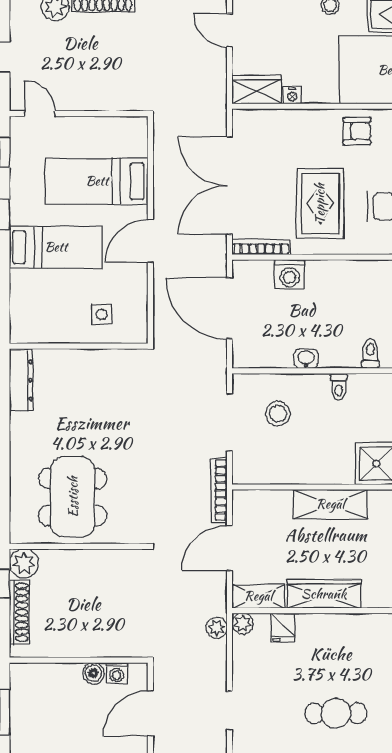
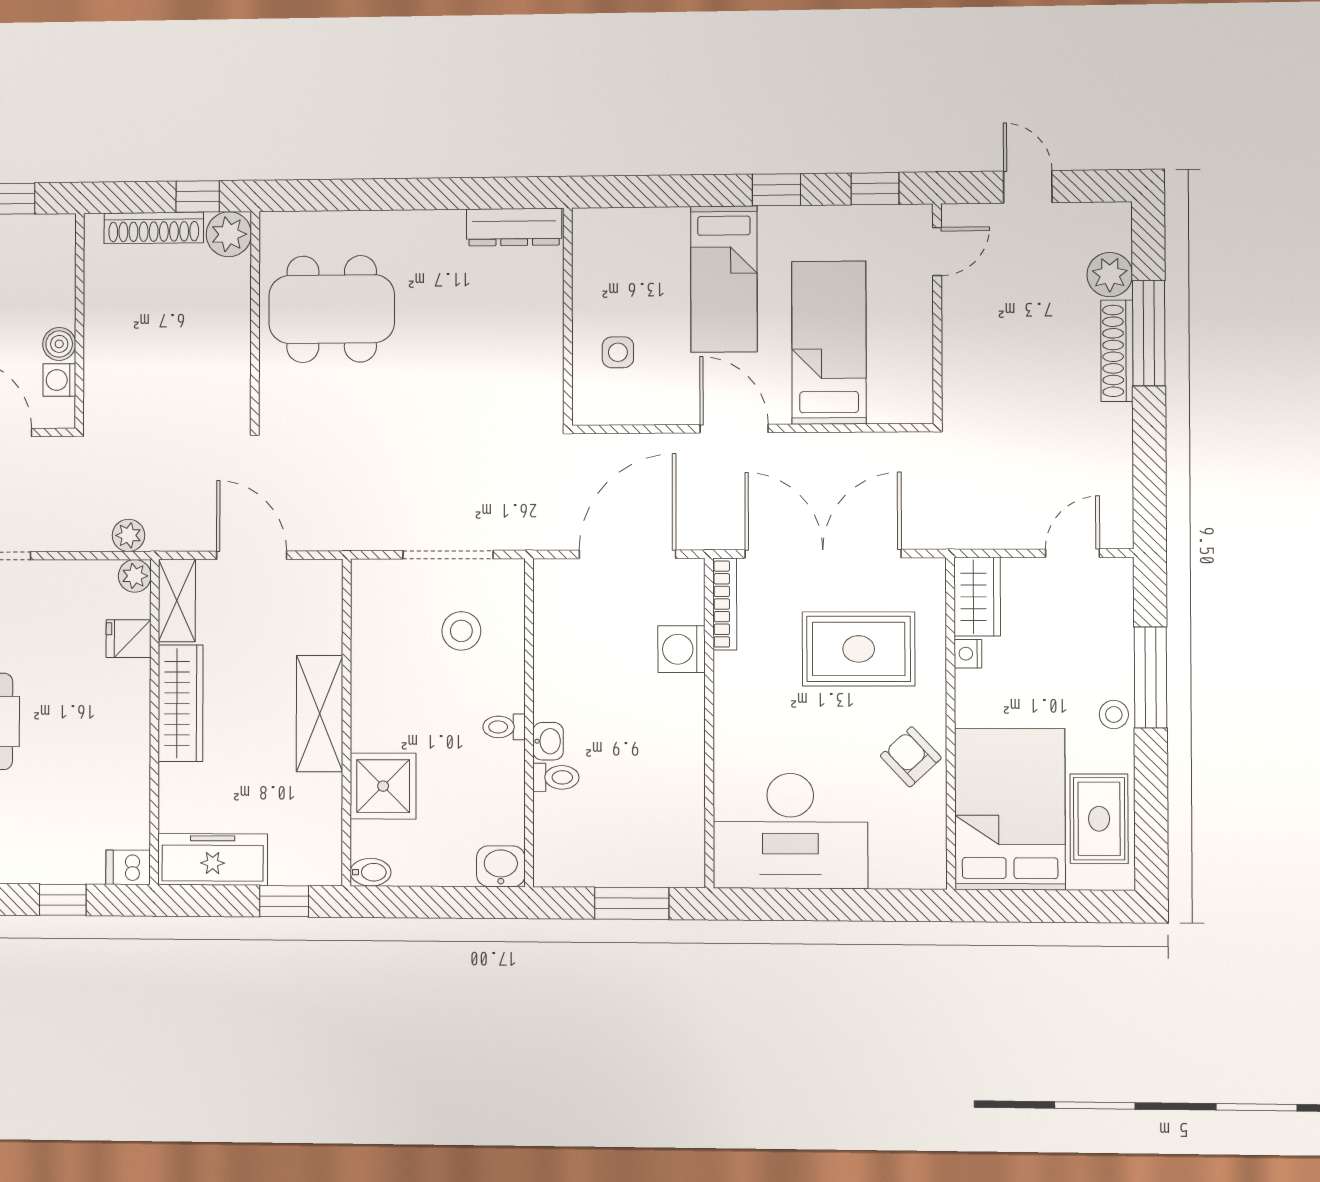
armchair: (357, 131) -> (911, 757), turned 137
rug: (320, 204) -> (859, 649), moved
washbasin: (306, 359) -> (548, 741), moved
bookcase: (219, 490) -> (342, 538), removed

